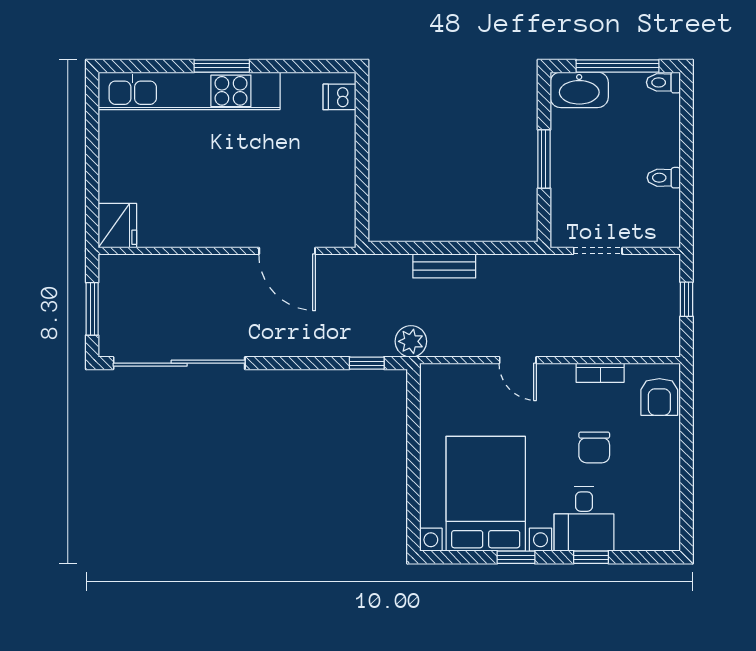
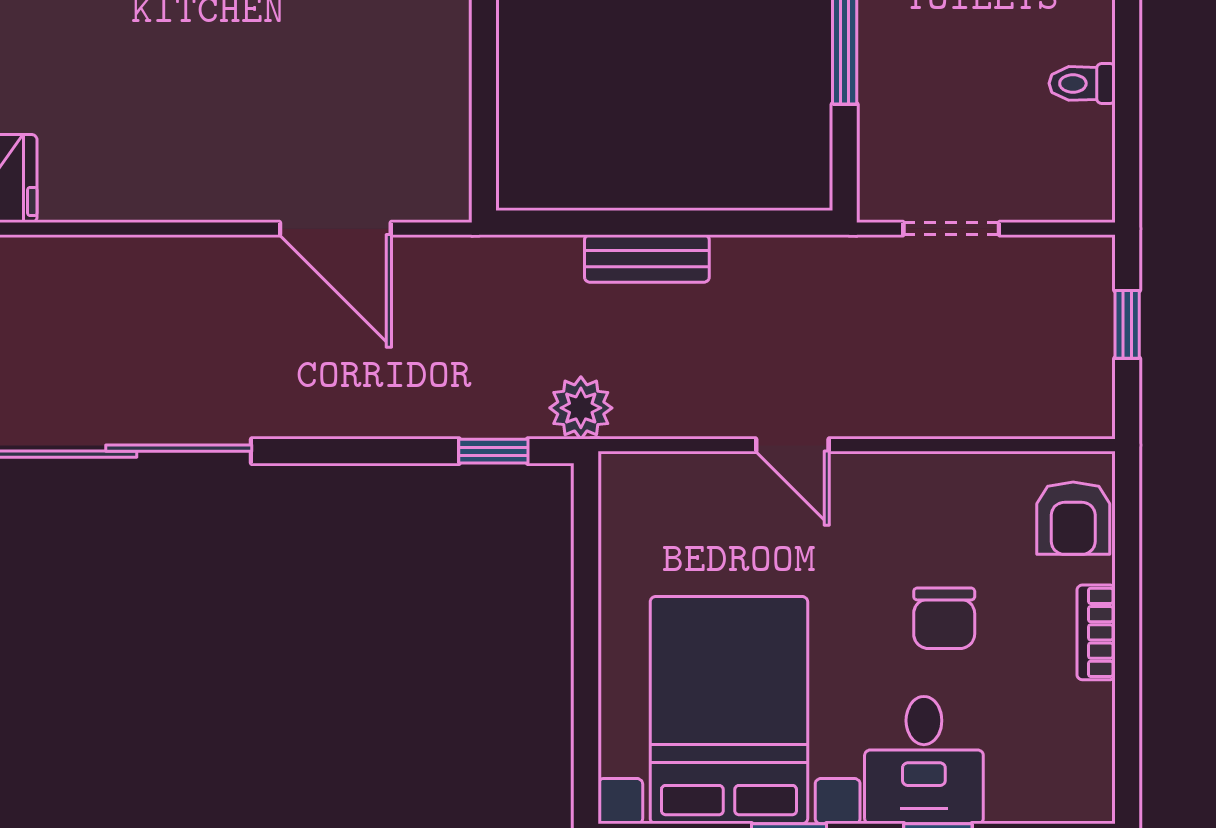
bookcase: (600, 373) -> (1096, 632), moved, turned 90

